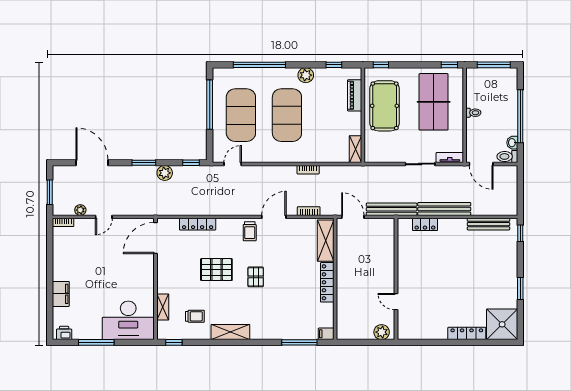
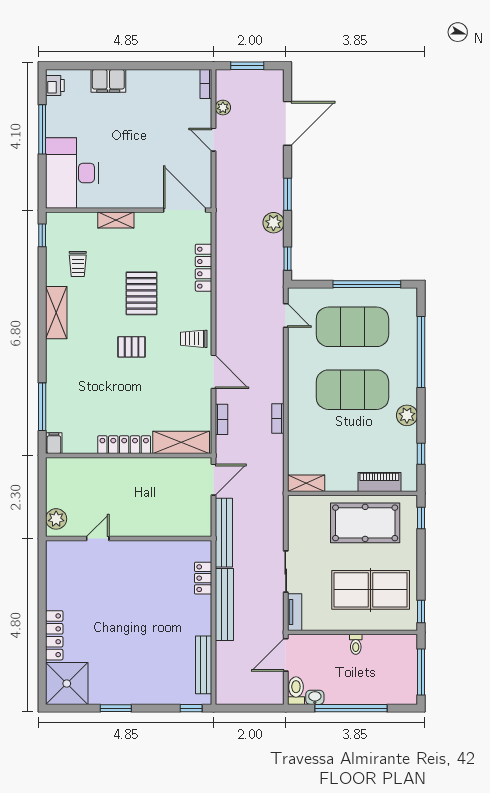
shelving: (163, 307) -> (116, 220), moved

